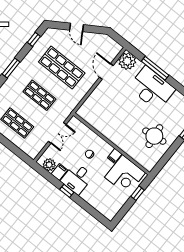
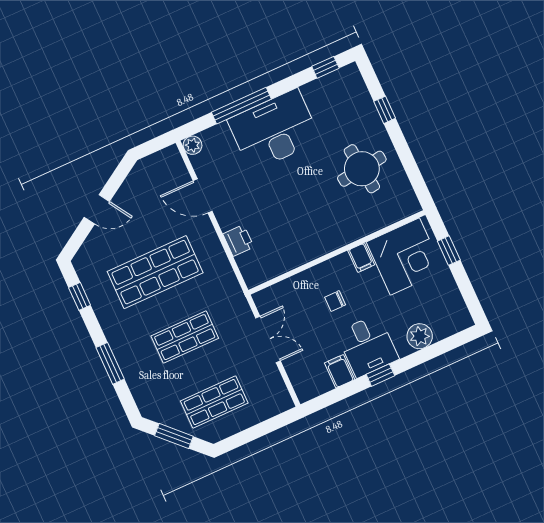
plant: (127, 61) -> (193, 145), width x0.53, depth x0.53
printer: (95, 97) -> (238, 240), added
plant: (49, 165) -> (420, 336), moved

